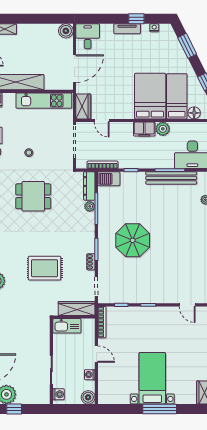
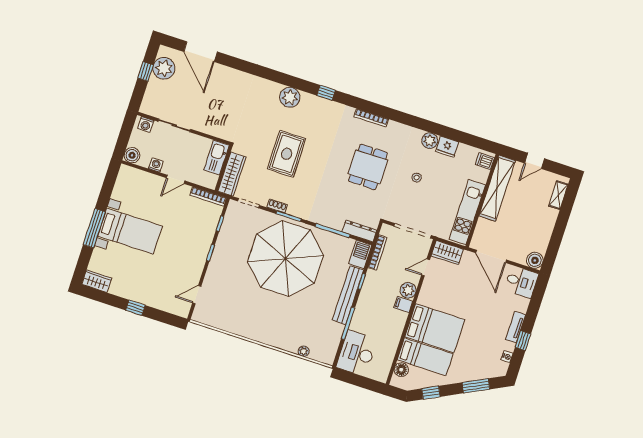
filing cabinet: (144, 129) -> (403, 305), width x0.50
plant: (163, 129) -> (408, 290), moved
bench: (171, 178) -> (348, 295), moved
plant: (90, 206) -> (337, 224), removed
parasol: (133, 240) -> (286, 259), width x1.86, depth x1.86

